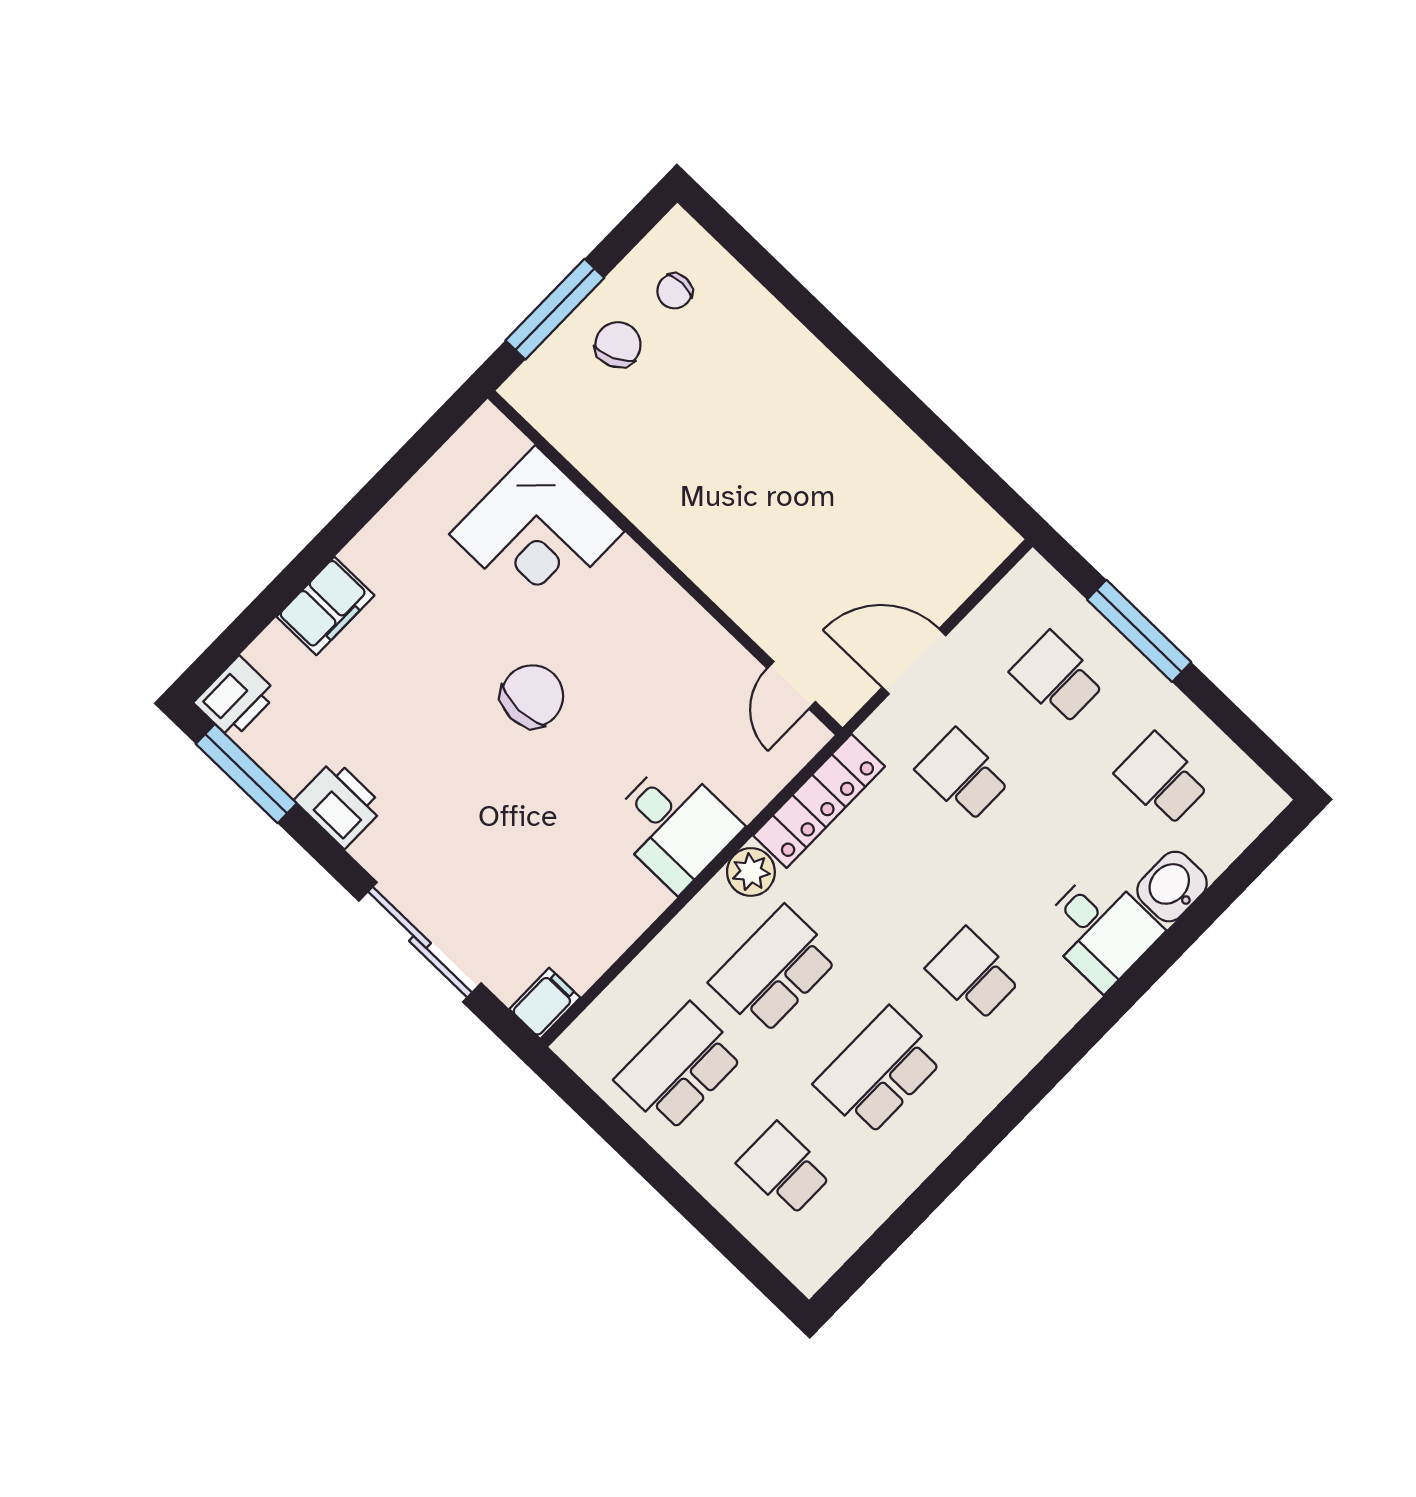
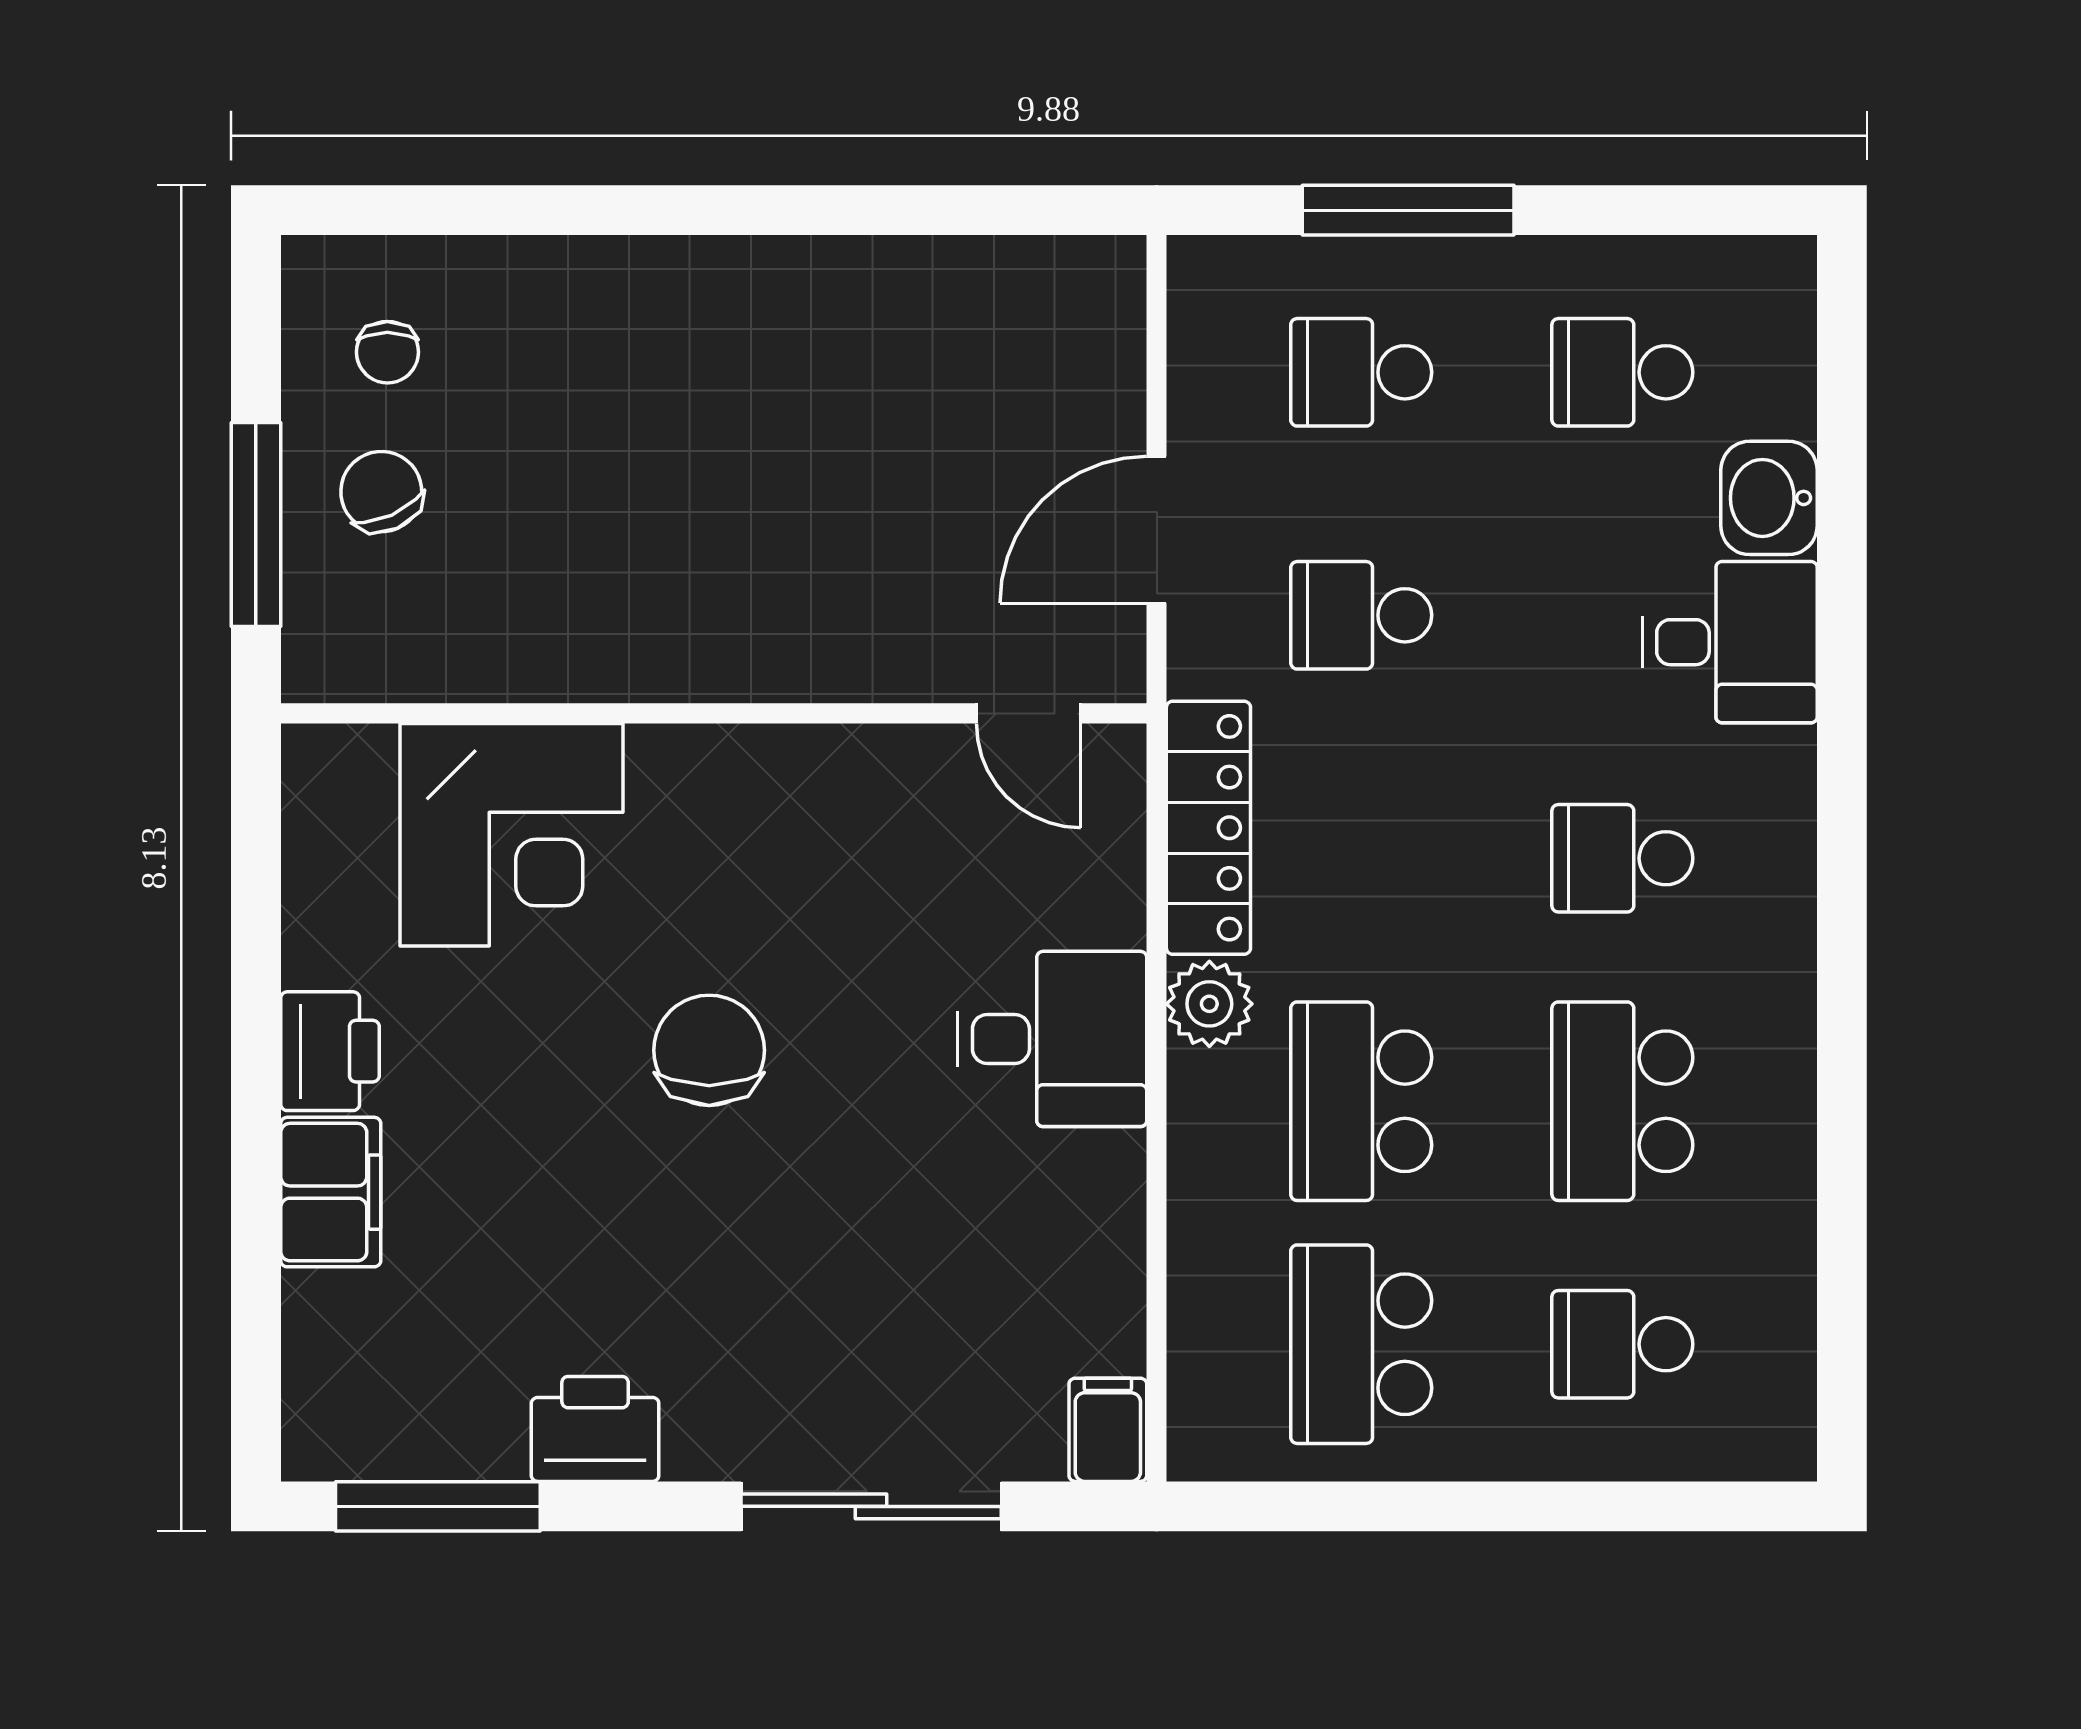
printer: (236, 698) -> (330, 1051), moved

